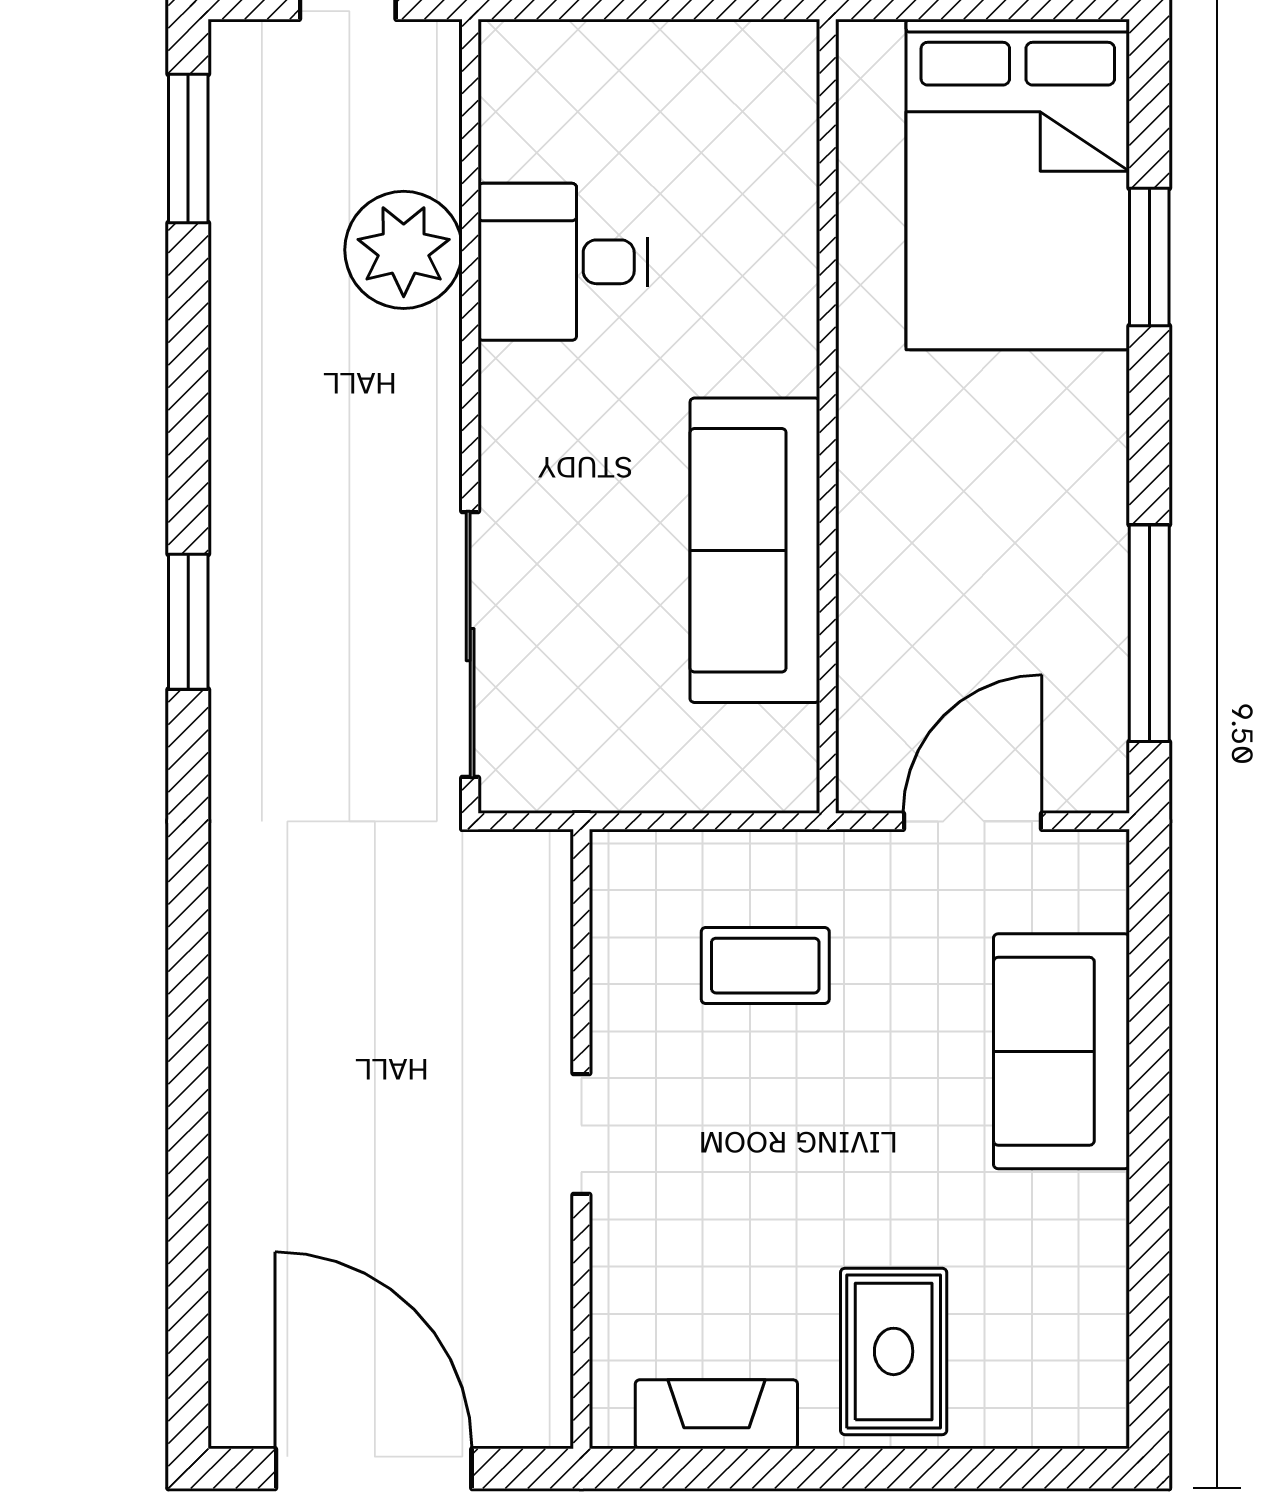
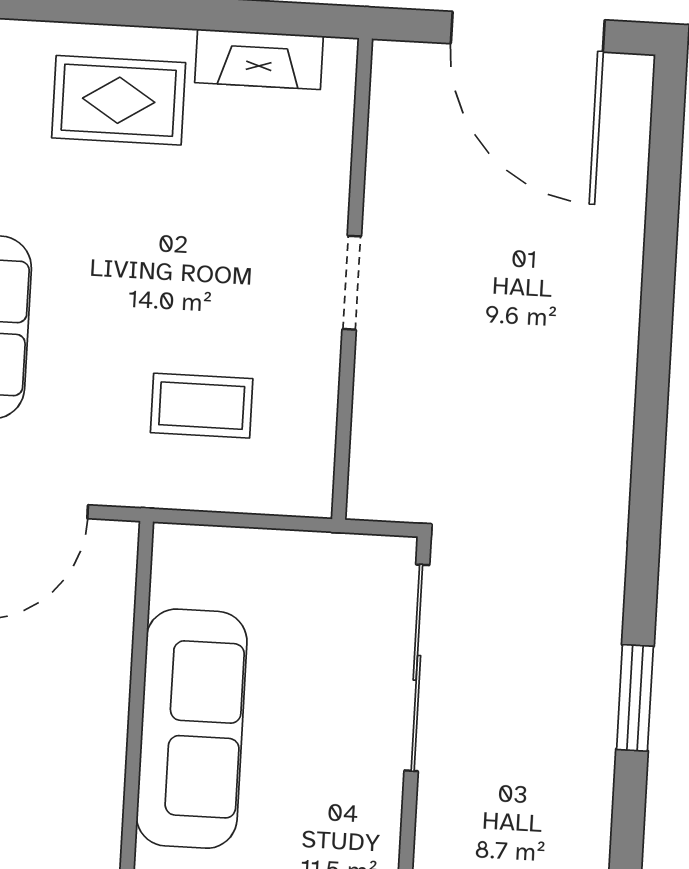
rug: (894, 1351) -> (119, 100), turned 90

